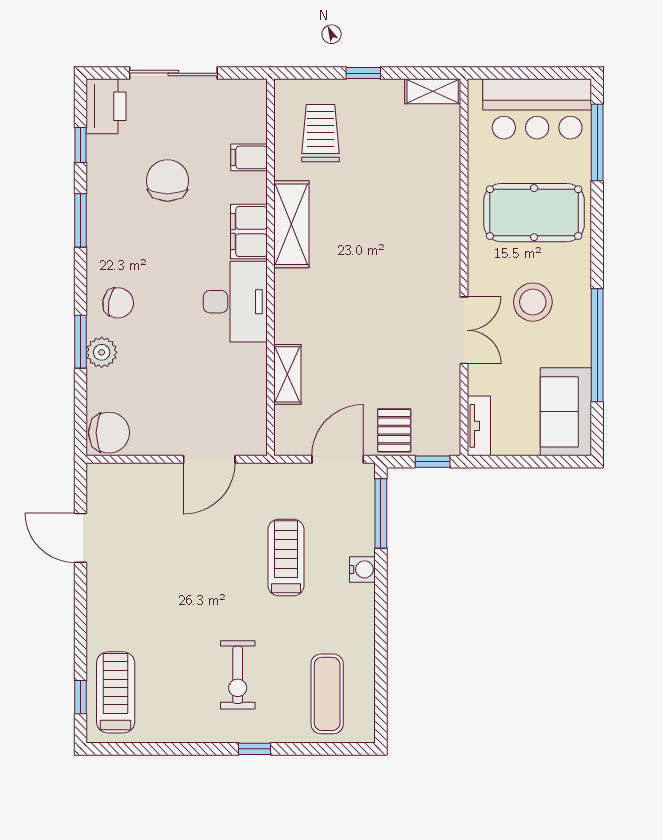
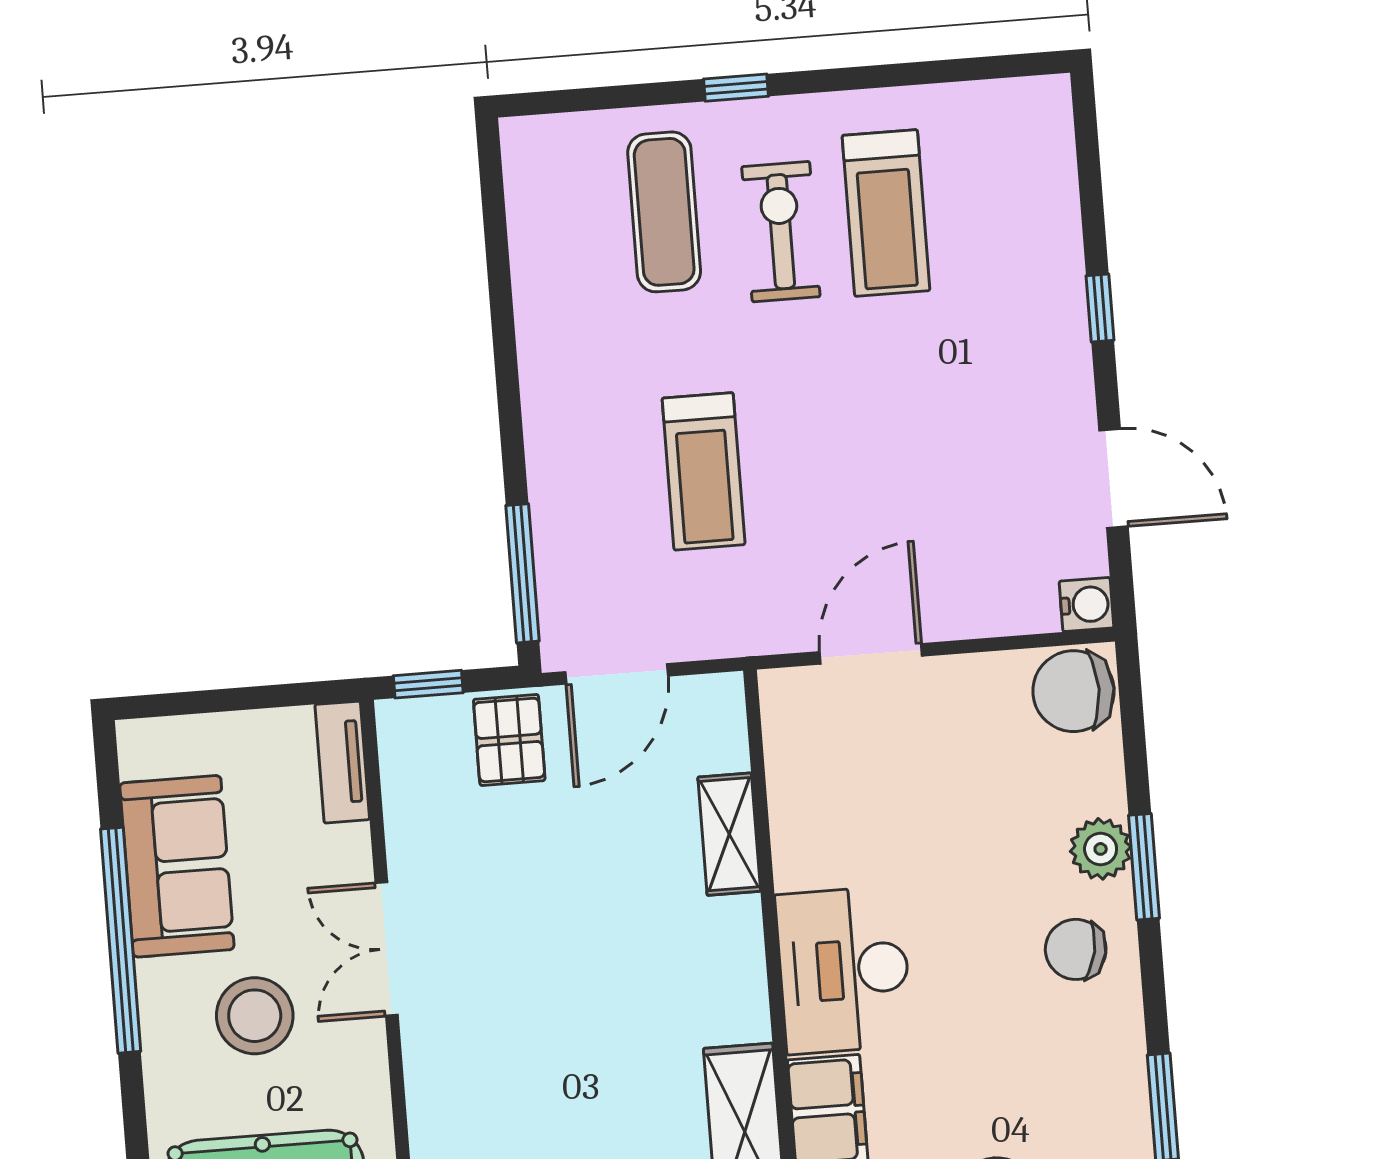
sofa: (566, 412) -> (177, 866), moved
water cooler: (362, 569) -> (1086, 605), moved, turned 180
treadmill: (116, 692) -> (886, 213), moved
exercise mat: (327, 694) -> (664, 212), moved
window: (81, 697) -> (1100, 308), moved

